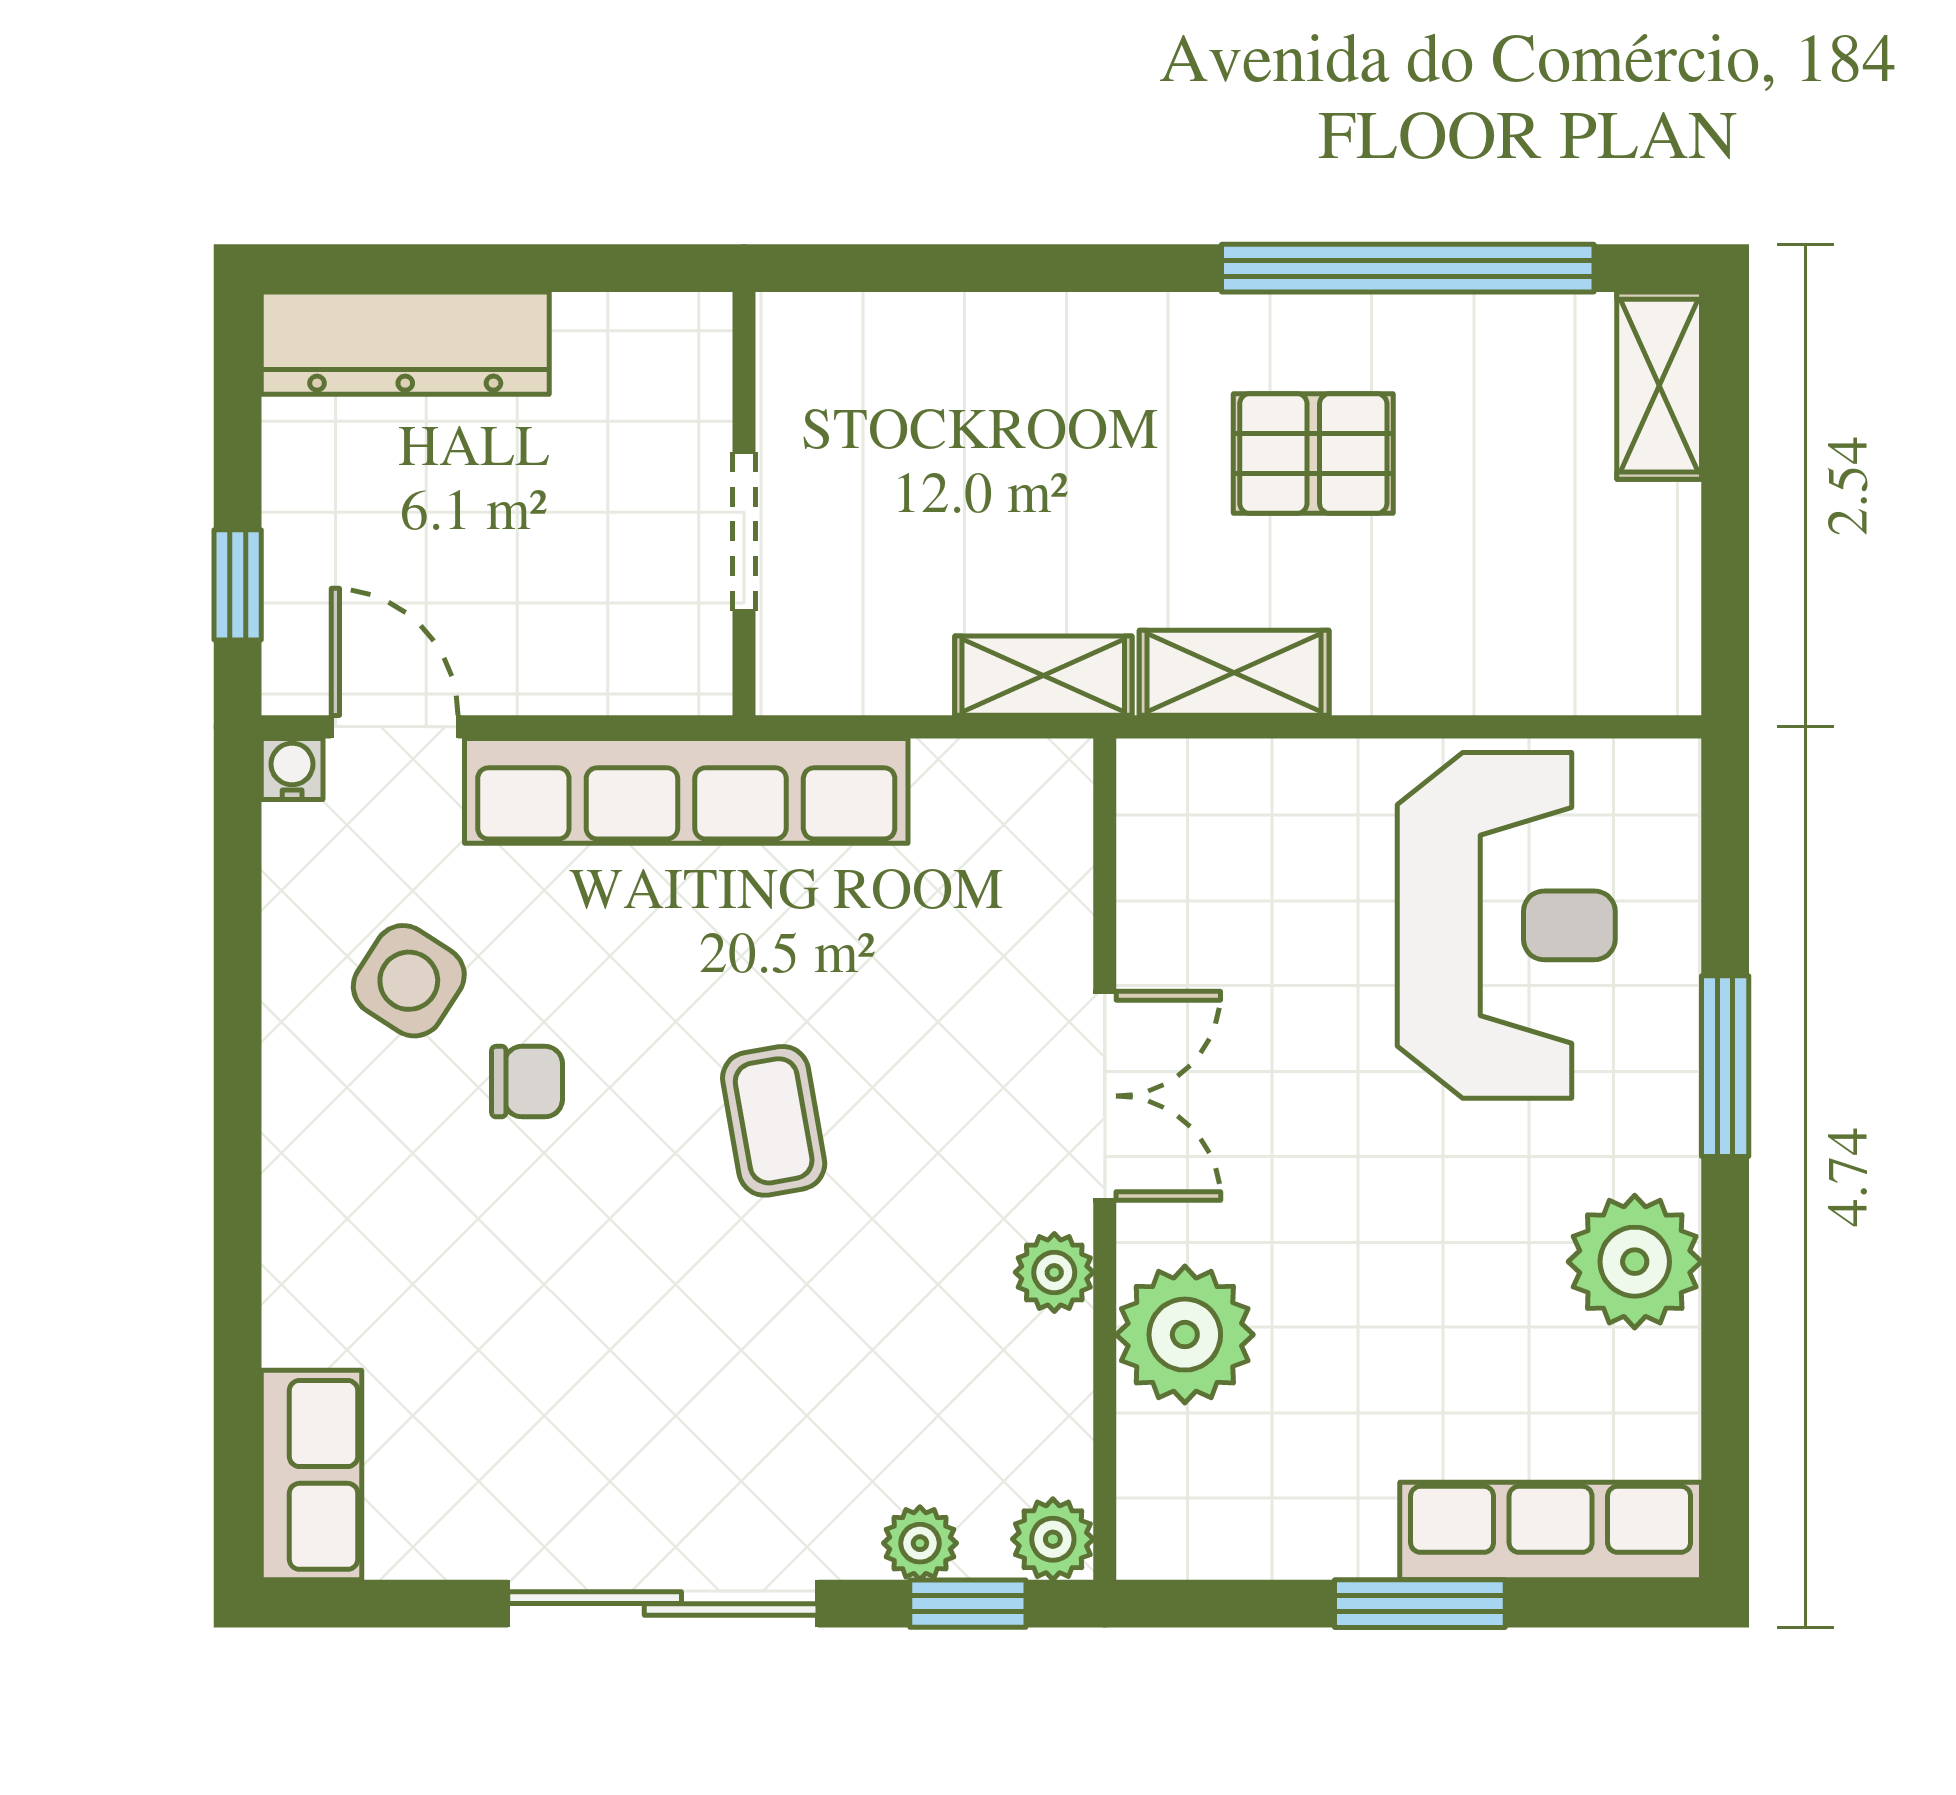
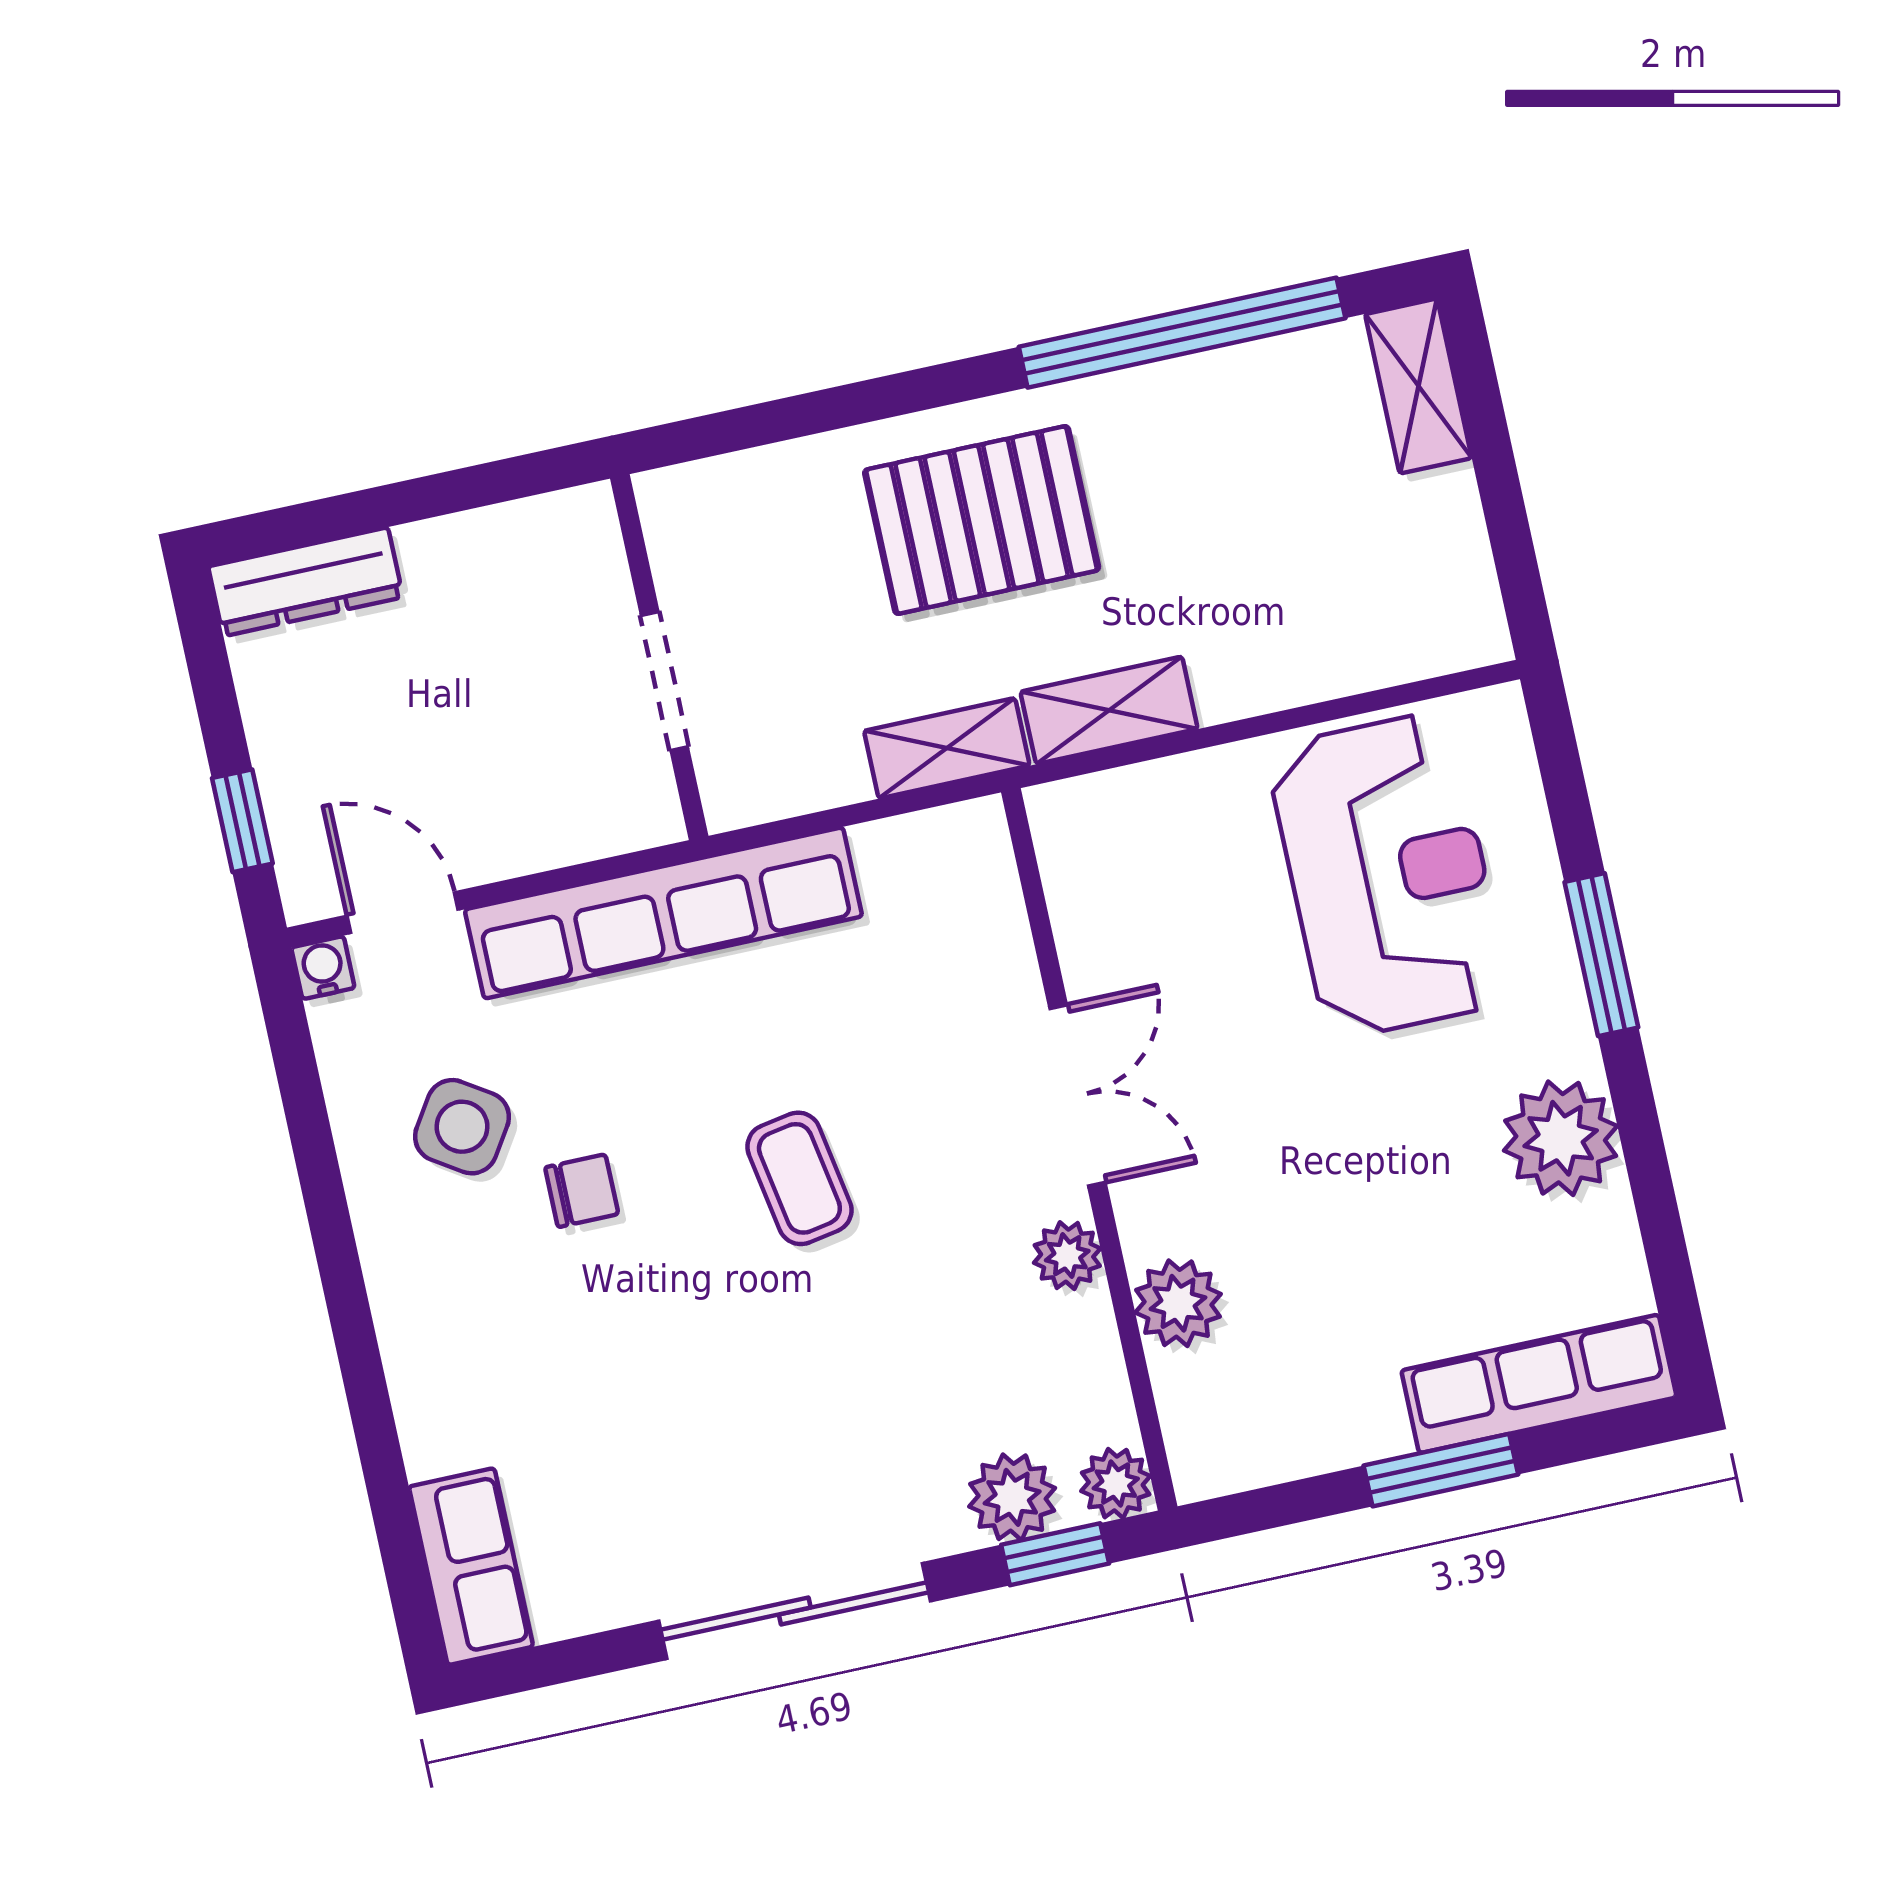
dresser: (405, 343) -> (306, 582), width x0.73, depth x0.80
pallet: (1313, 454) -> (982, 520), moved, width x1.50, depth x1.42
plant: (1185, 1335) -> (1178, 1303), width x0.73, depth x0.73
plant: (920, 1543) -> (1012, 1497), width x1.38, depth x1.38

